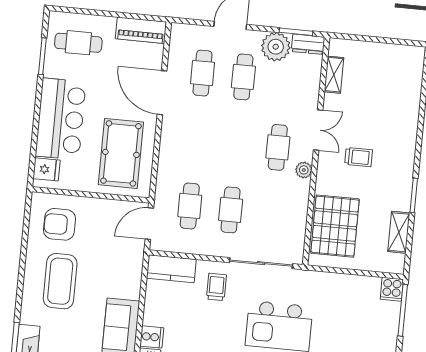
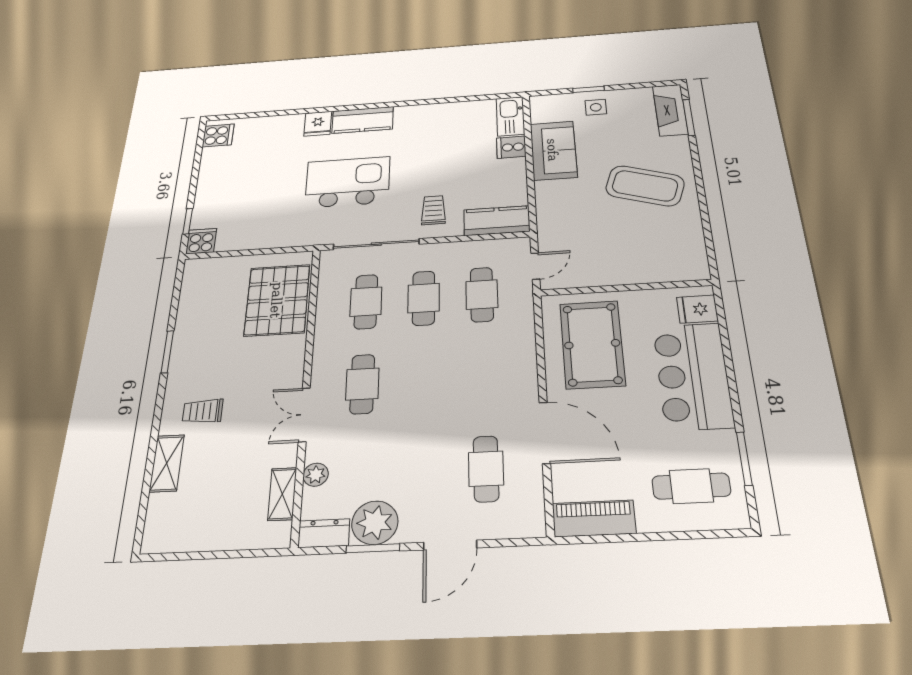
window: (296, 32) -> (373, 548), moved
cafe table: (243, 77) -> (366, 302), moved
trolley: (359, 157) -> (203, 411), moved
plant: (304, 170) -> (316, 475), moved
armchair: (60, 224) -> (662, 247), removed
door: (149, 224) -> (535, 266), width x0.73
shelving: (399, 232) -> (167, 463), moved
coffee table: (60, 281) -> (645, 186), turned -72
trolley: (216, 287) -> (433, 210), turned 180
window: (403, 310) -> (188, 221), width x0.46

